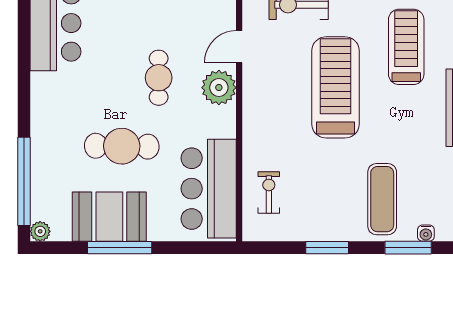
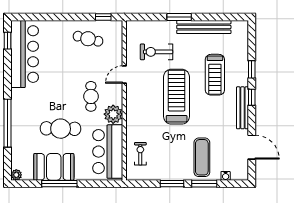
treadmill: (406, 47) -> (215, 75), turned 180
cafe table: (159, 78) -> (91, 96), moved
plant: (219, 88) -> (113, 114), moved
window: (24, 181) -> (7, 123), moved
window: (408, 248) -> (204, 184), moved

